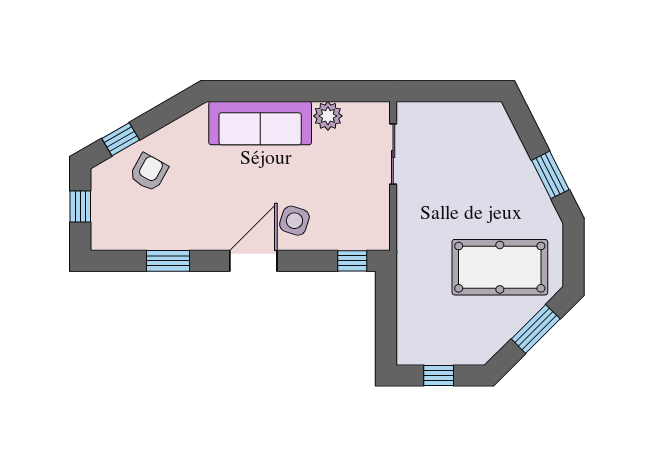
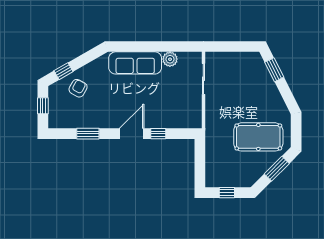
window: (550, 175) -> (274, 70), moved
side table: (294, 221) -> (153, 113), removed
window: (352, 261) -> (158, 134), moved

